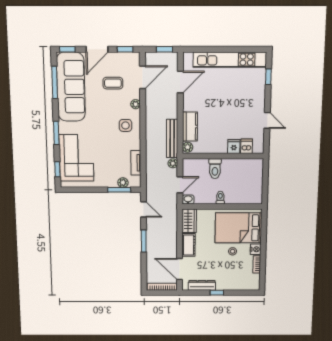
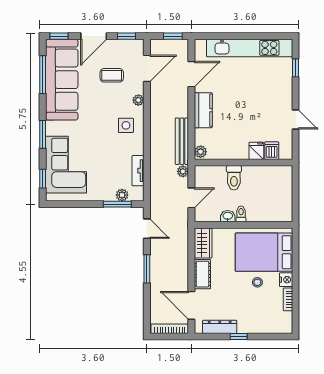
kitchen counter: (190, 127) -> (203, 110), moved
washbasin: (188, 199) -> (228, 216), moved

